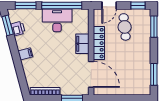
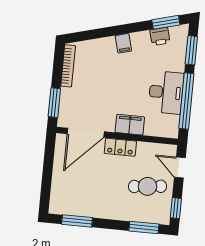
locker: (99, 43) -> (120, 147), width x0.66

